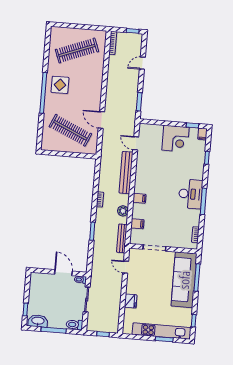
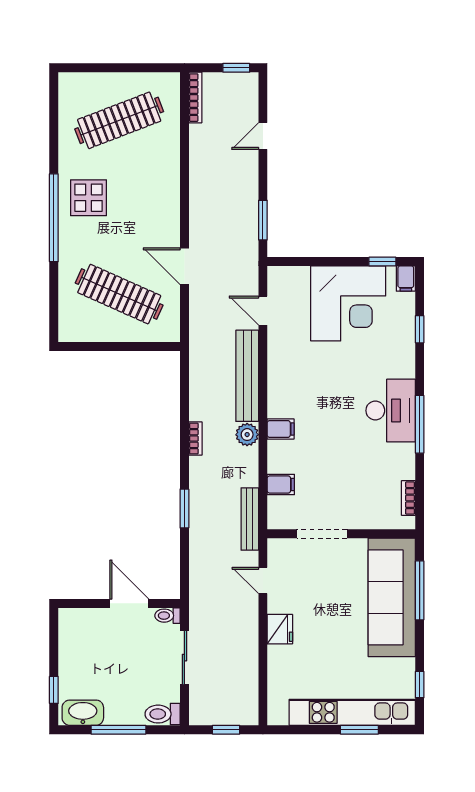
corner desk: (176, 139) -> (348, 303), width x1.36, depth x1.36
plant: (123, 211) -> (247, 435), moved
fridge: (131, 301) -> (280, 629), moved

